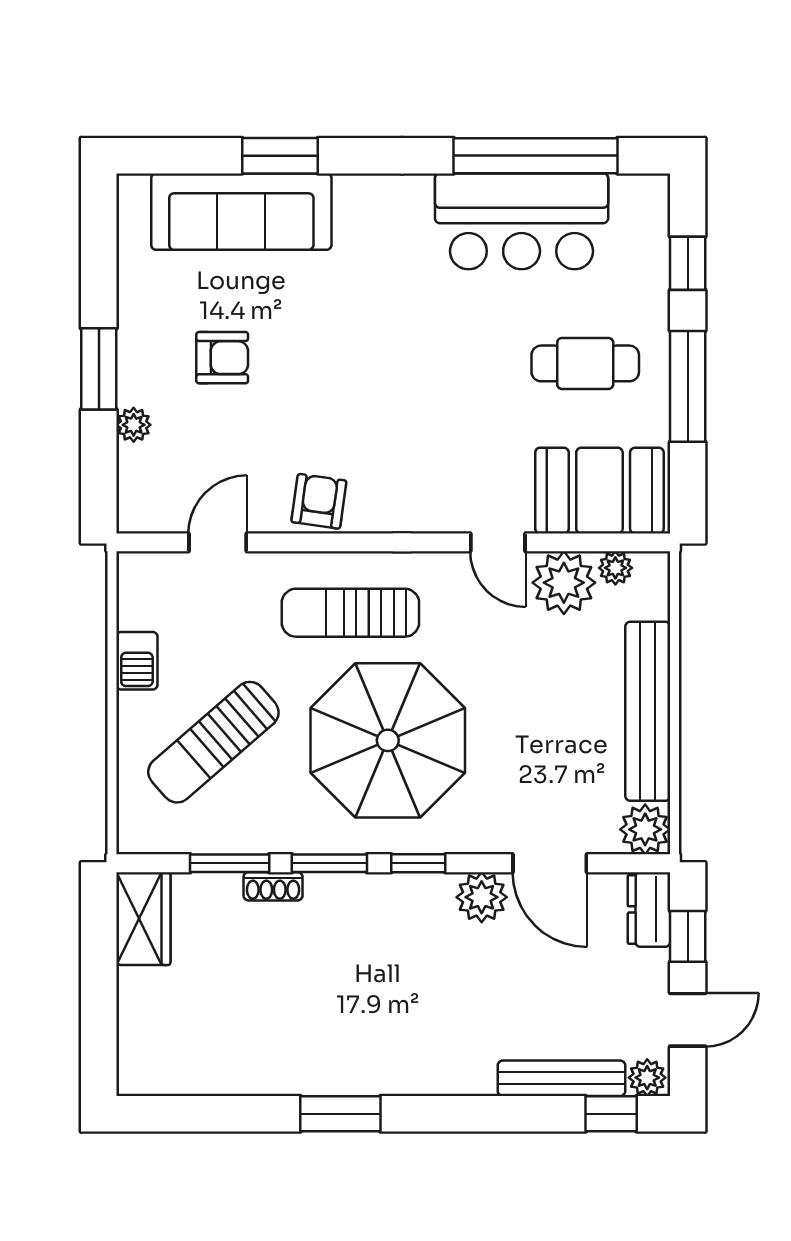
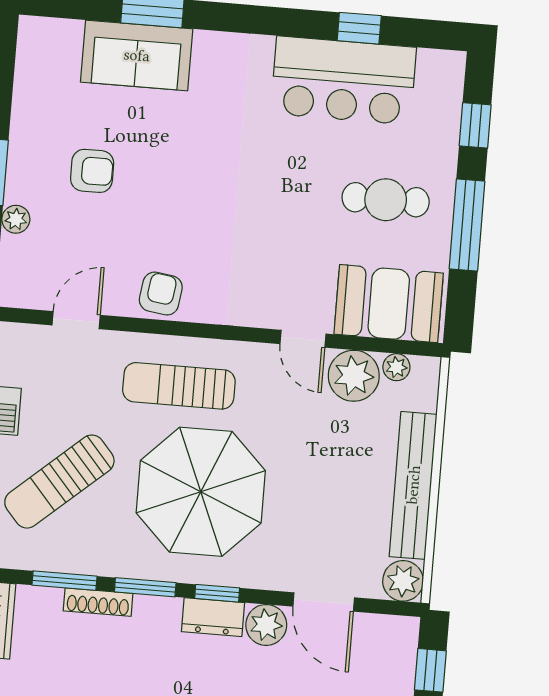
window: (536, 156) -> (359, 28), width x0.32
sofa: (241, 212) -> (137, 55), width x0.73
shoe rack: (273, 886) -> (98, 602), width x1.43
dresser: (649, 909) -> (213, 617), moved, turned -90

